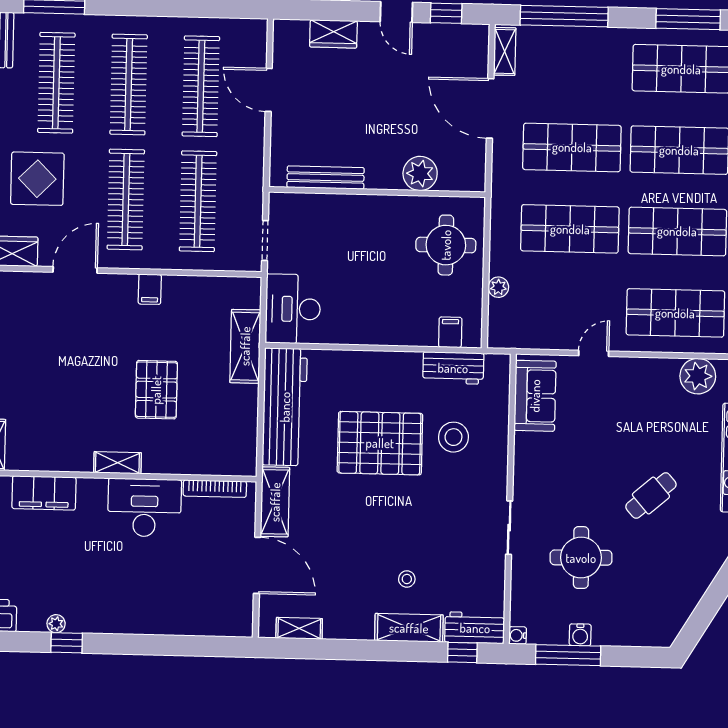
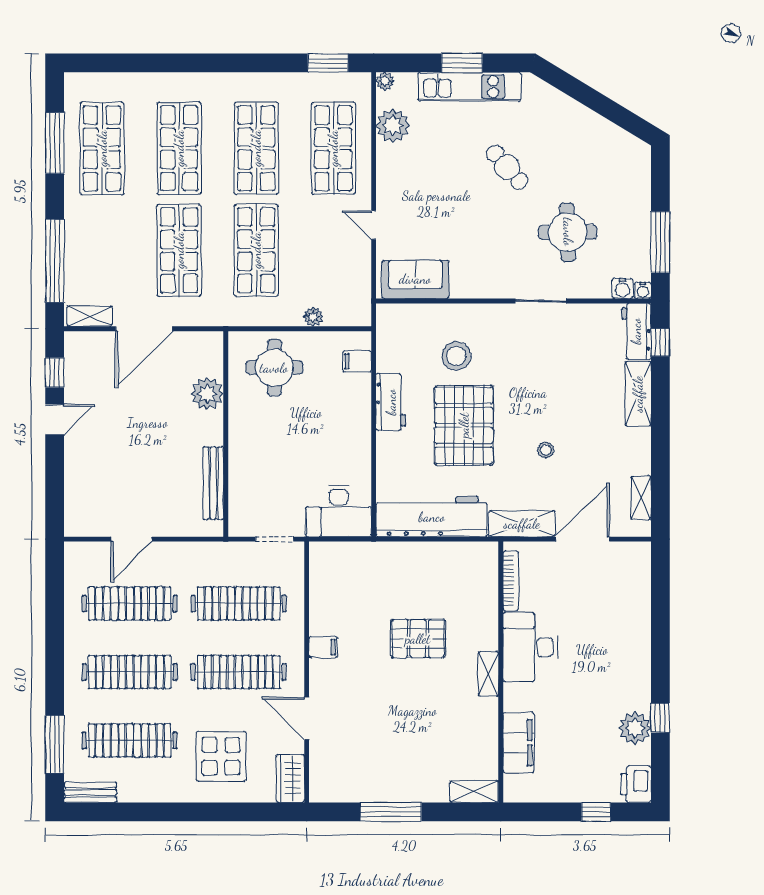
wardrobe: (333, 34) -> (77, 479), removed
shelving: (245, 346) -> (375, 555), removed
workbench: (453, 368) -> (391, 402), moved
stool: (407, 579) -> (546, 450), moved
plant: (56, 624) -> (635, 728), width x1.87, depth x1.87
water cooler: (580, 635) -> (623, 288), moved, turned 90

